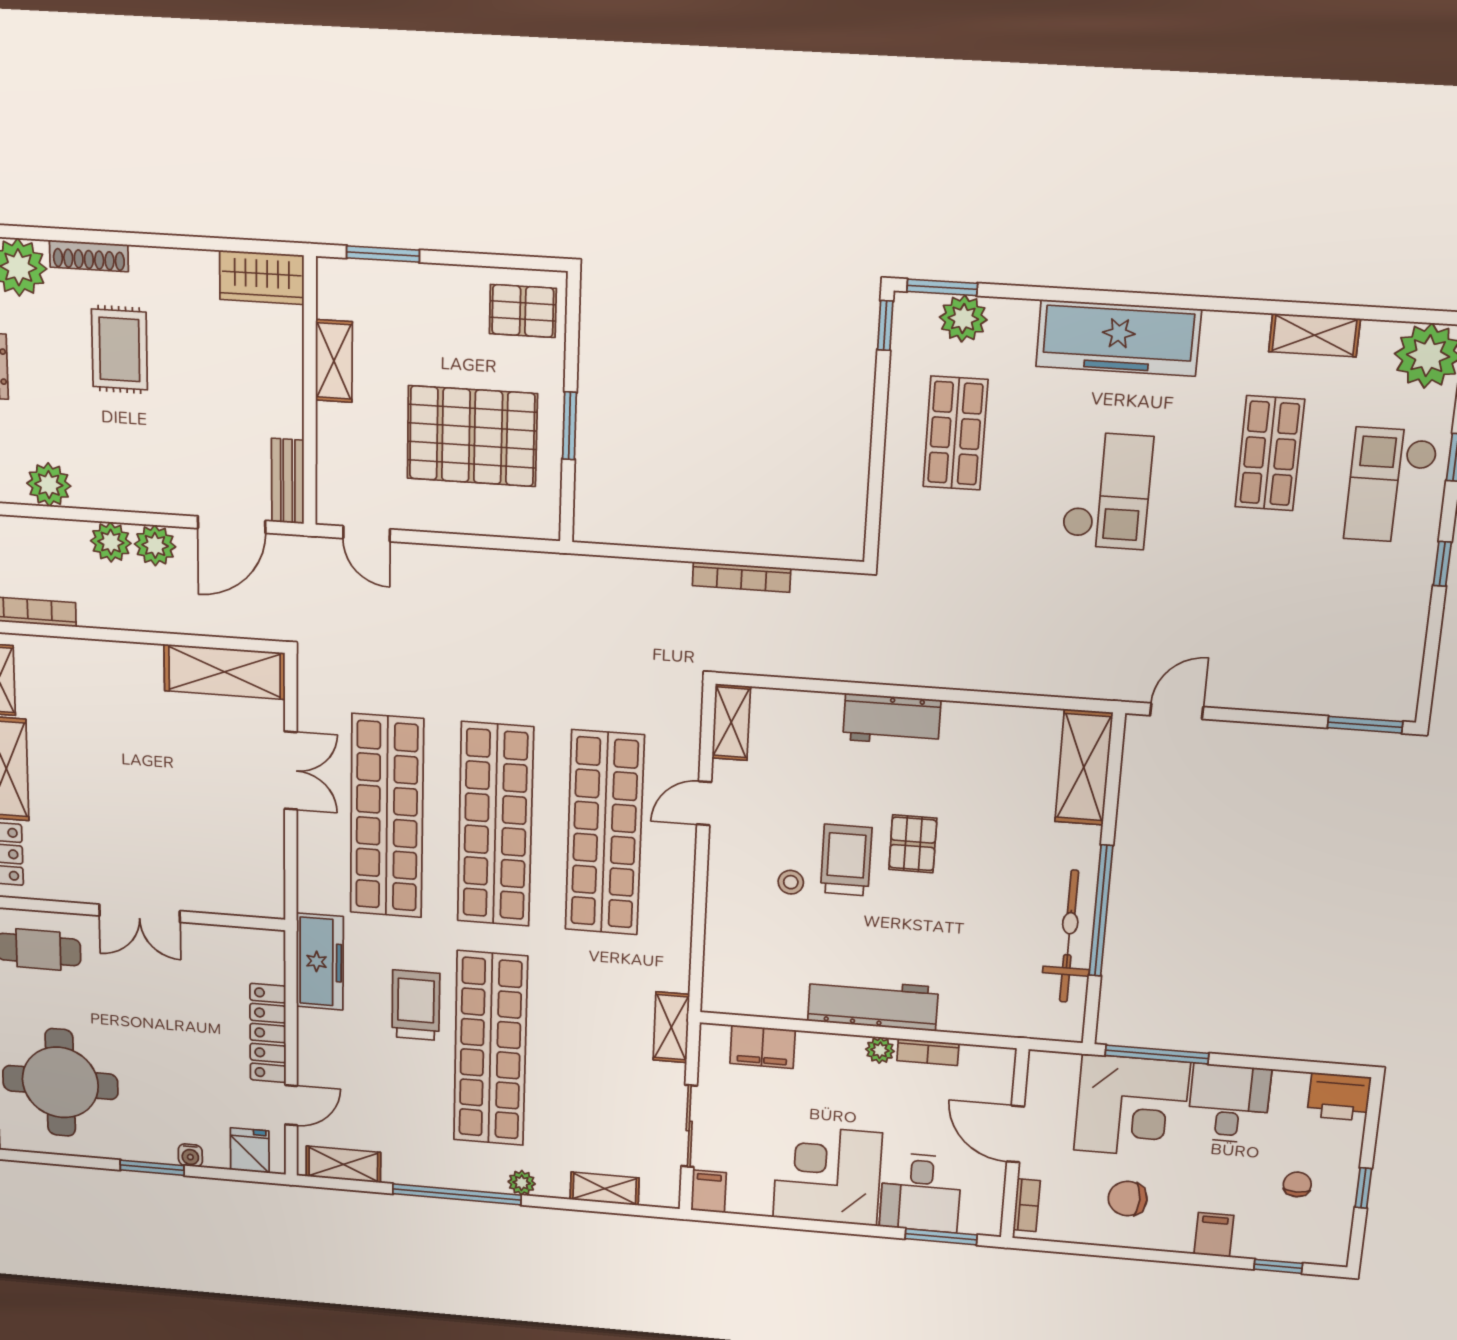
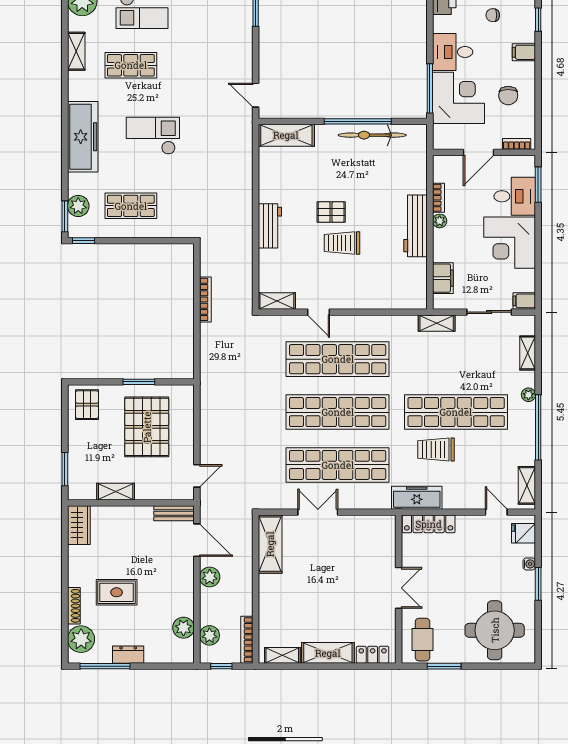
plant: (111, 542) -> (209, 635), moved
stool: (791, 882) -> (355, 269), removed
locker: (268, 1033) -> (429, 524), moved

